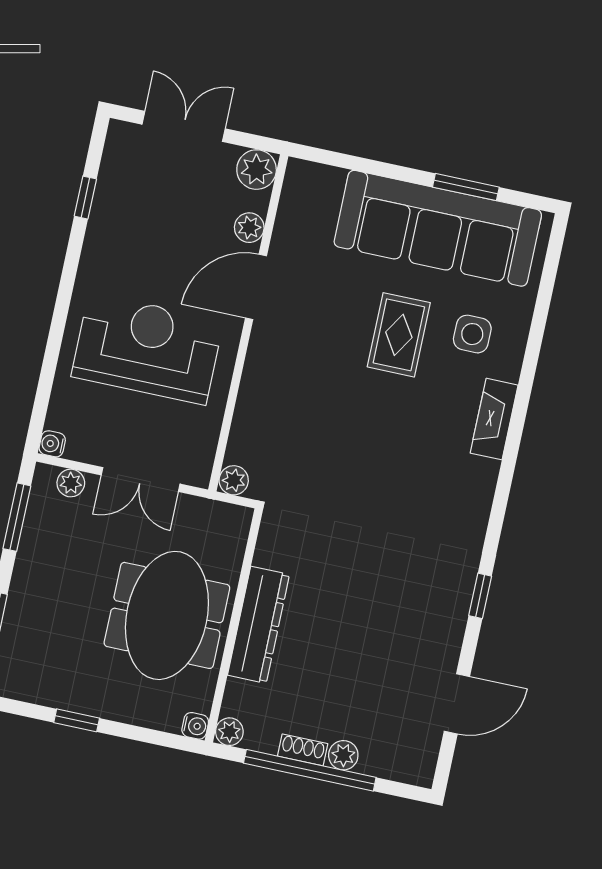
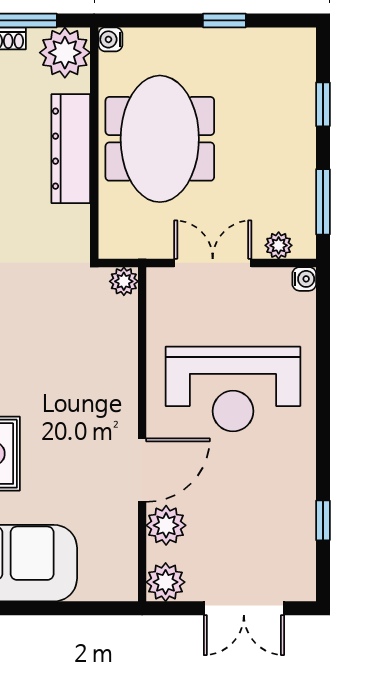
plant: (249, 228) -> (166, 525), width x1.38, depth x1.38
plant: (229, 732) -> (65, 53), width x1.88, depth x1.88

